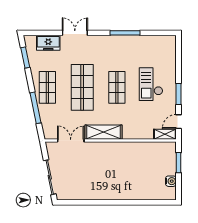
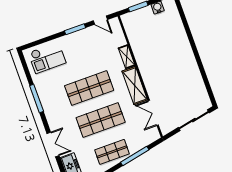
double door: (75, 33) -> (53, 144), swing flipped
checkout: (151, 84) -> (47, 58), moved
shop shelf: (117, 87) -> (89, 88), width x1.43, depth x1.36
shelving: (165, 134) -> (127, 57), moved

